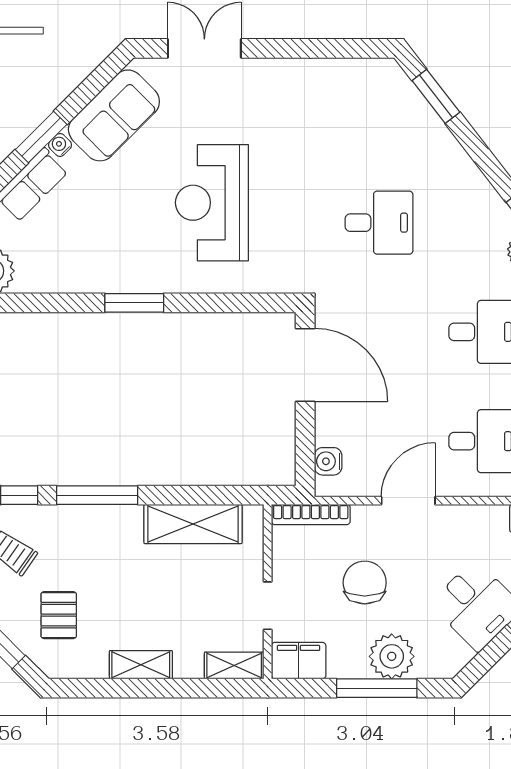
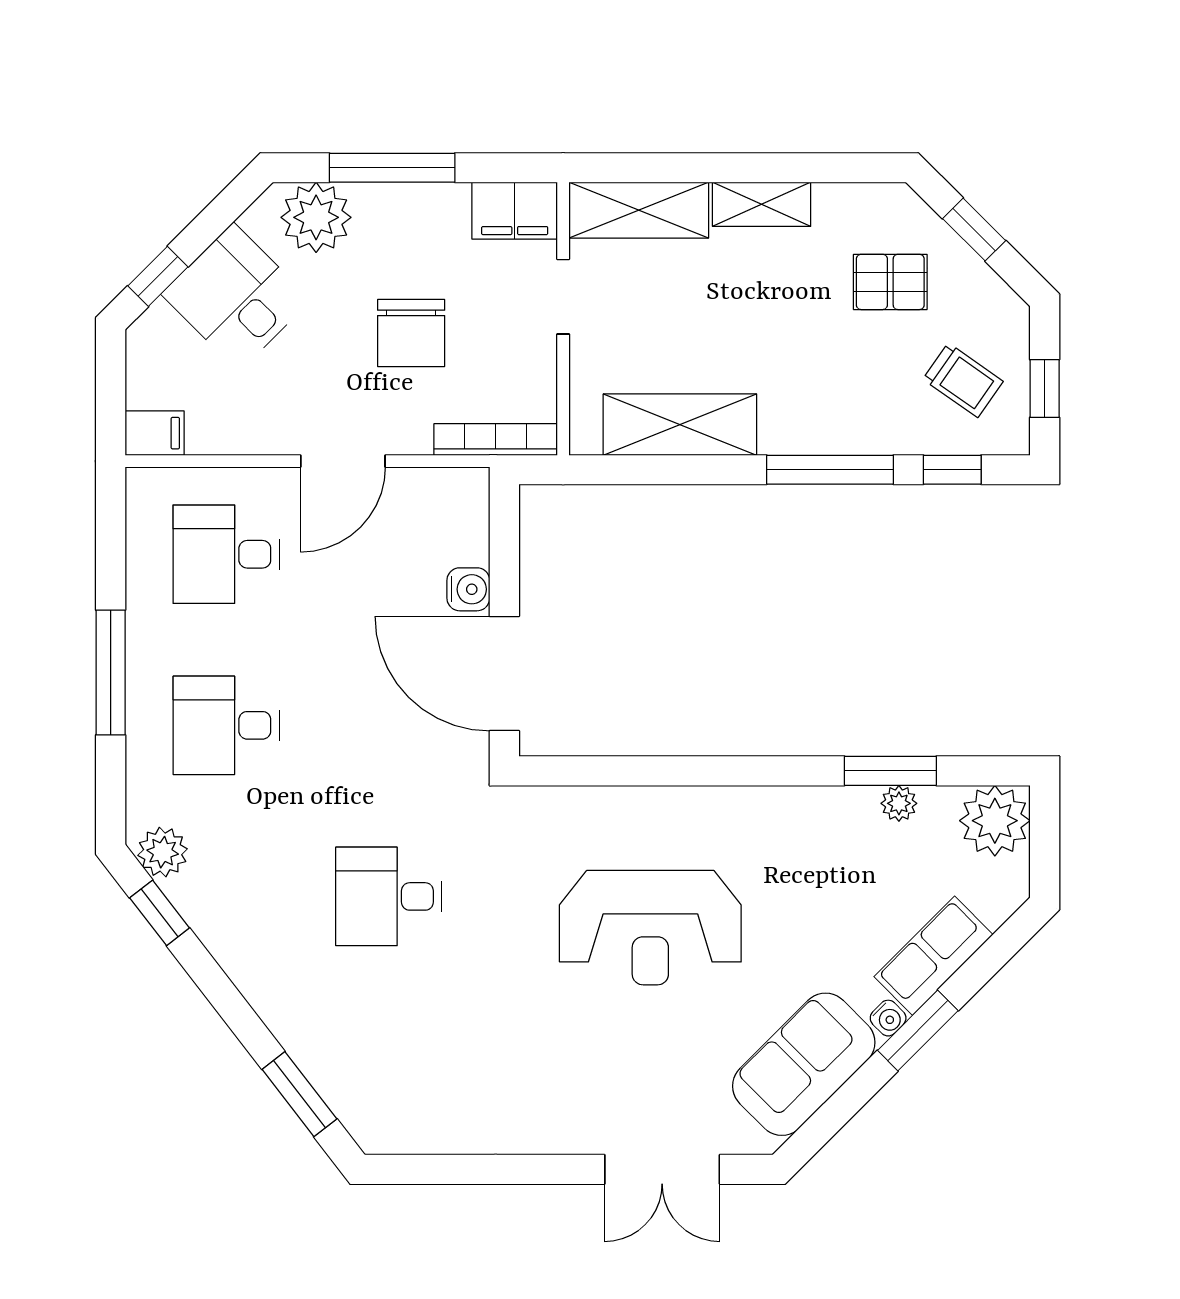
reception desk: (212, 203) -> (650, 928), turned 90
plant: (53, 282) -> (899, 803), added
window: (134, 303) -> (890, 771), moved
water cooler: (328, 461) -> (468, 589), moved
pallet: (59, 615) -> (890, 282), turned 90
plant: (392, 656) -> (316, 217), moved
shelving: (234, 665) -> (639, 210), width x1.50, depth x1.33

